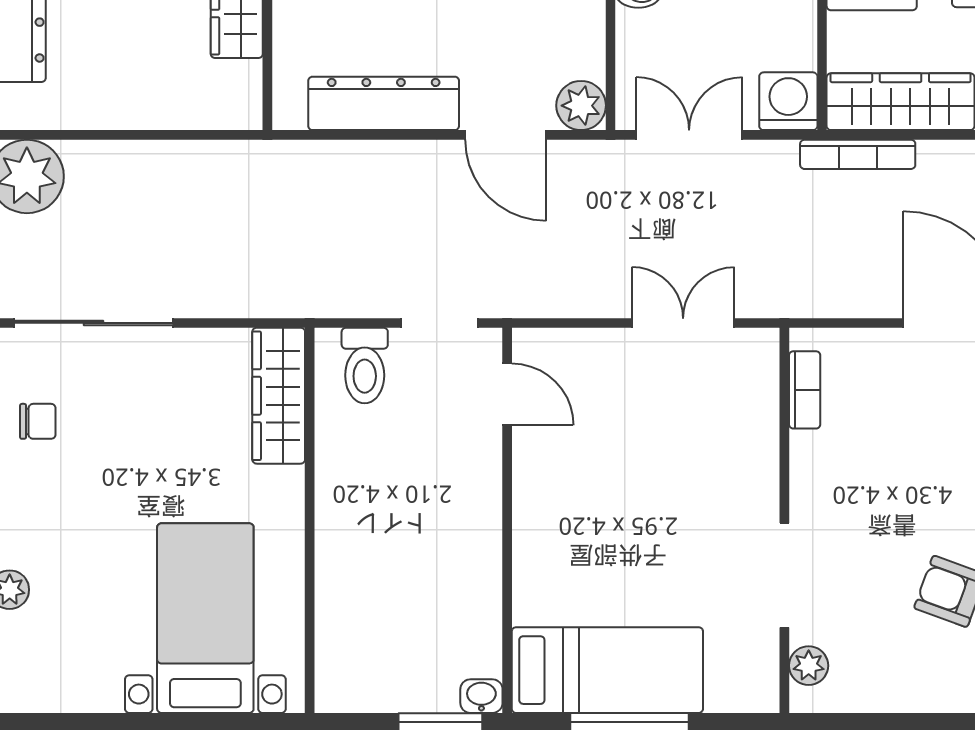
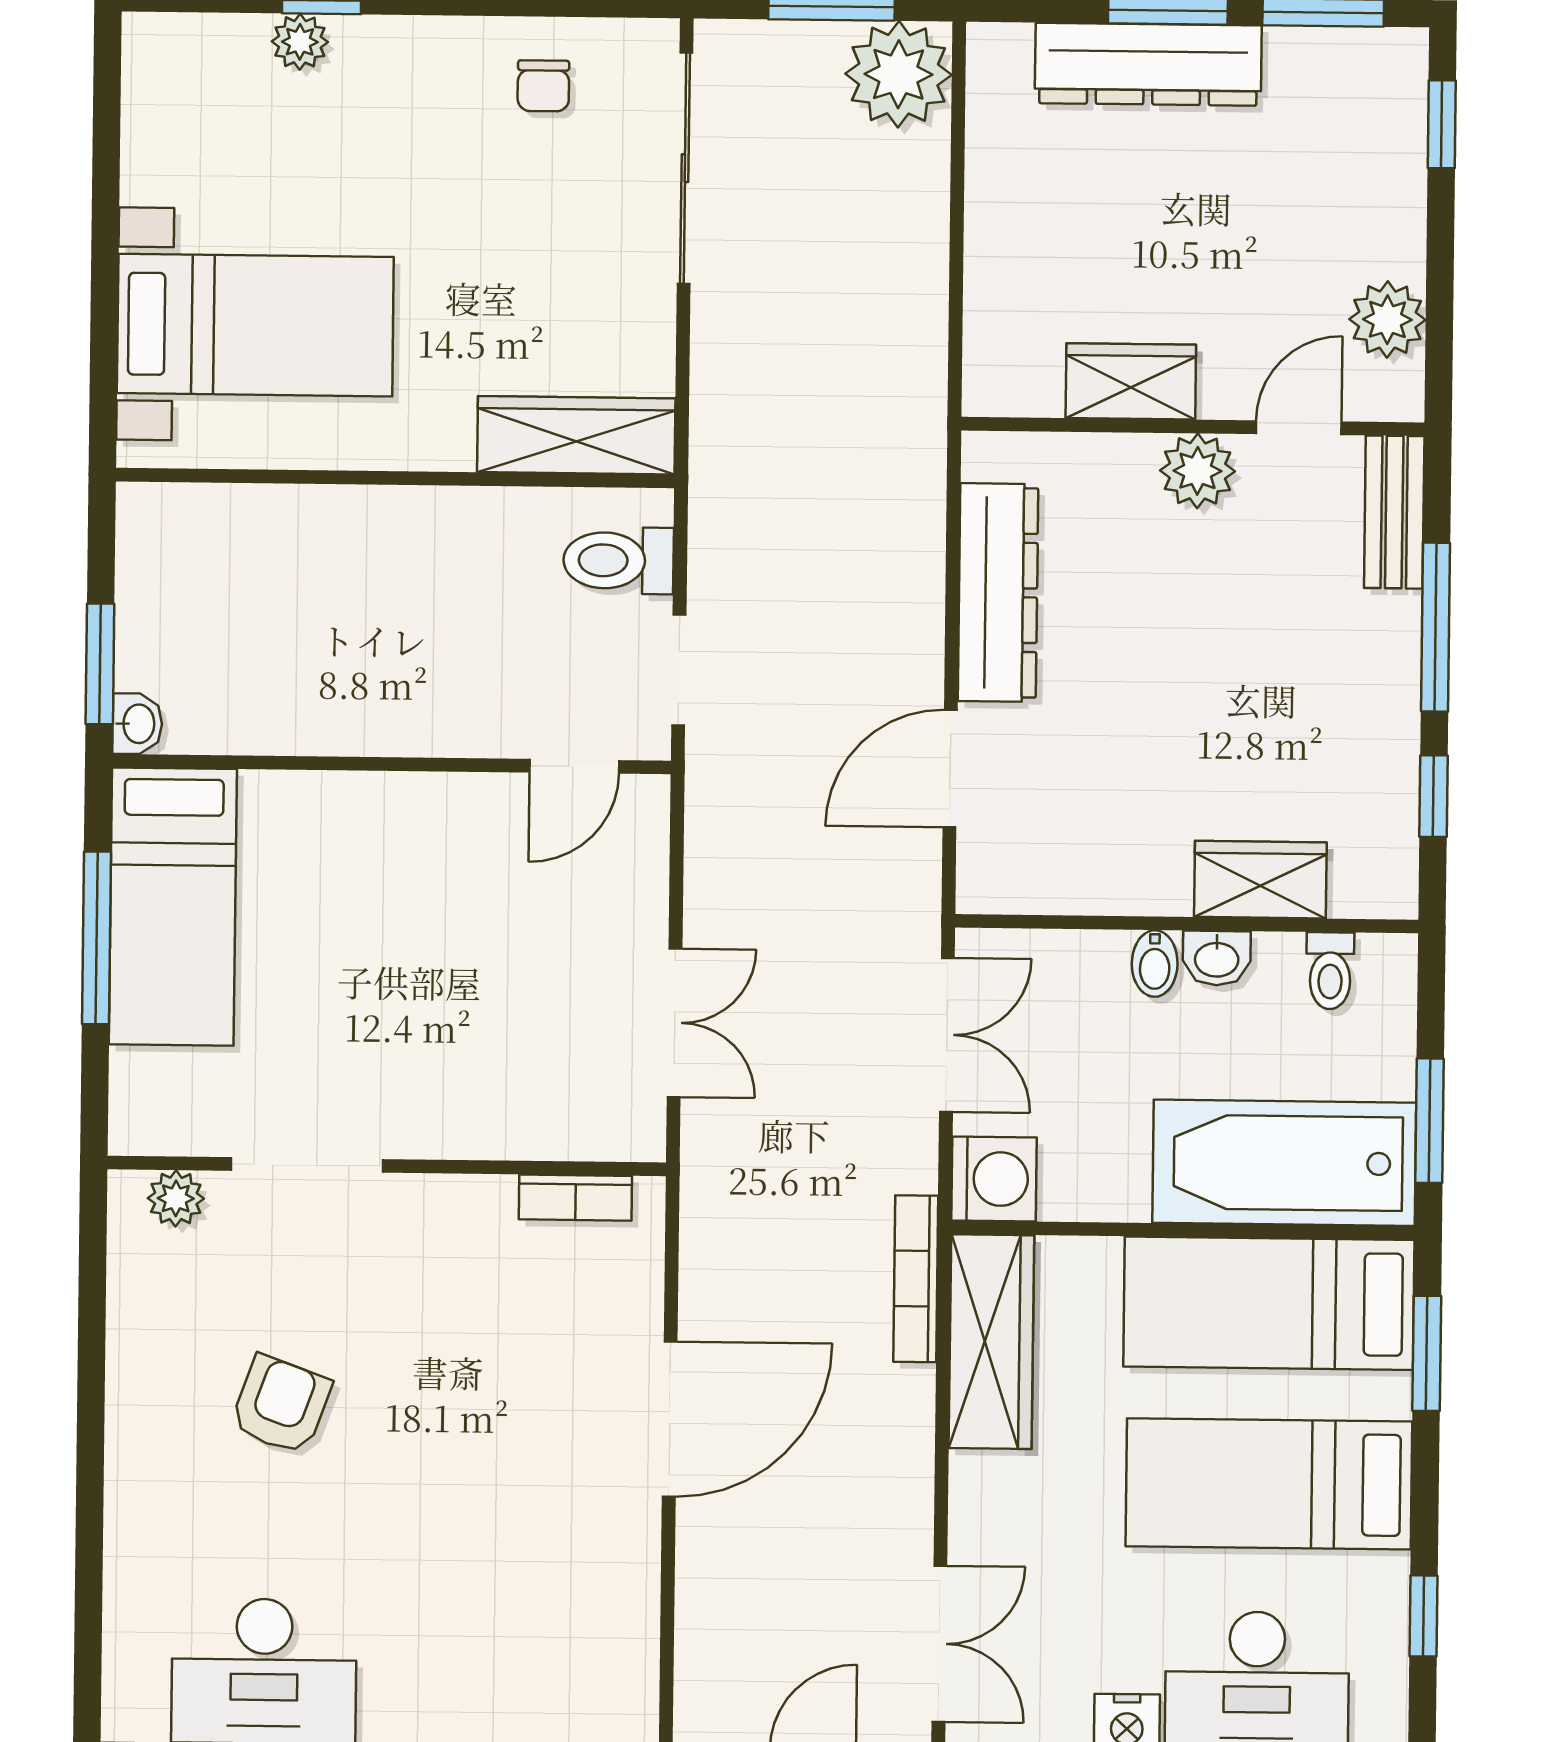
plant: (581, 106) -> (991, 879), removed

